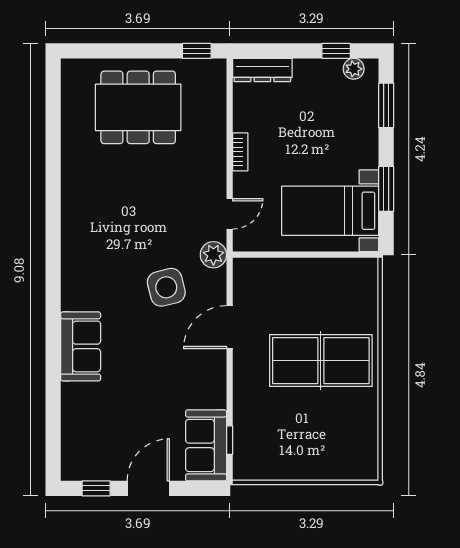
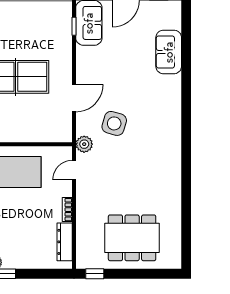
dresser: (262, 70) -> (65, 242), moved, turned -90
side table: (166, 287) -> (114, 123), turned 30
sofa: (81, 346) -> (169, 52), moved

